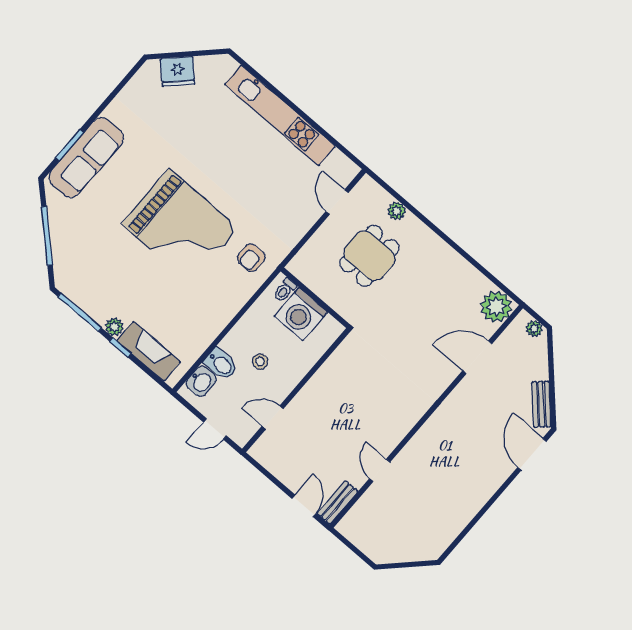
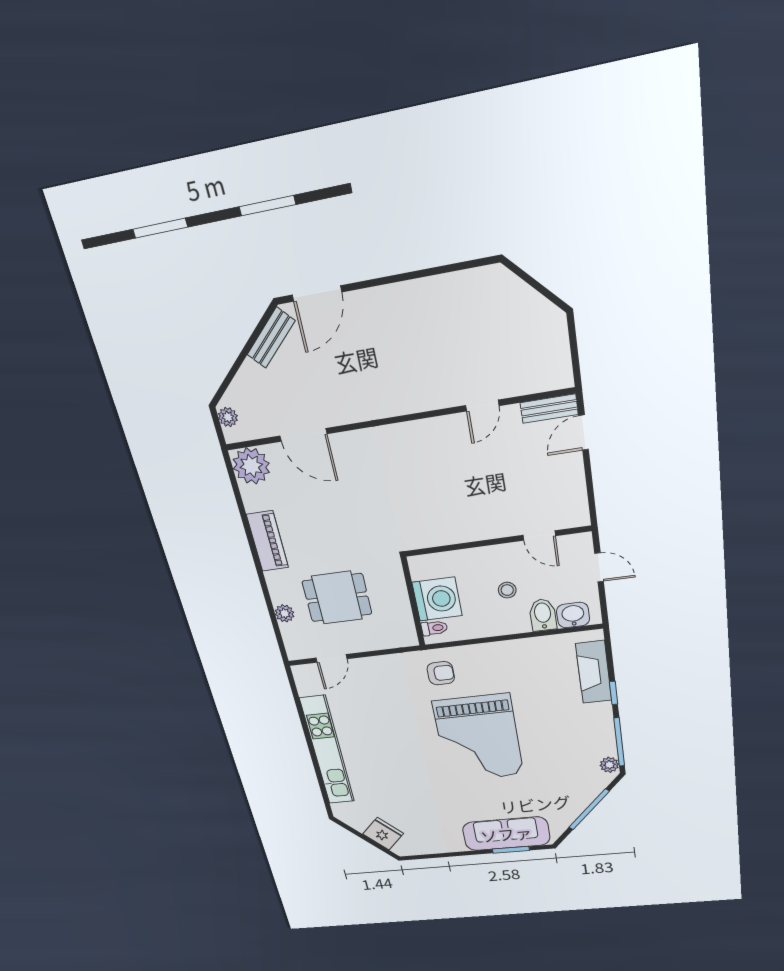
grand piano: (180, 226) -> (478, 738), turned 180
piano: (448, 259) -> (267, 541), added
plant: (114, 327) -> (609, 765), moved

